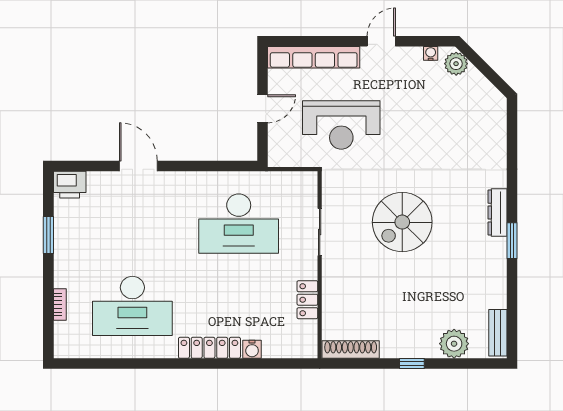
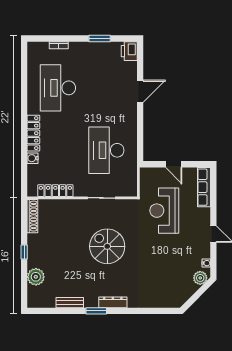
row of seats: (314, 57) -> (204, 187), width x0.73
locker: (307, 300) -> (55, 191), width x1.53
bench: (498, 333) -> (70, 303), moved

